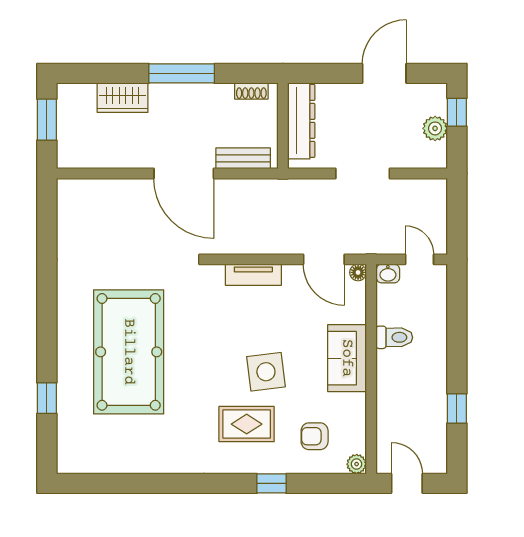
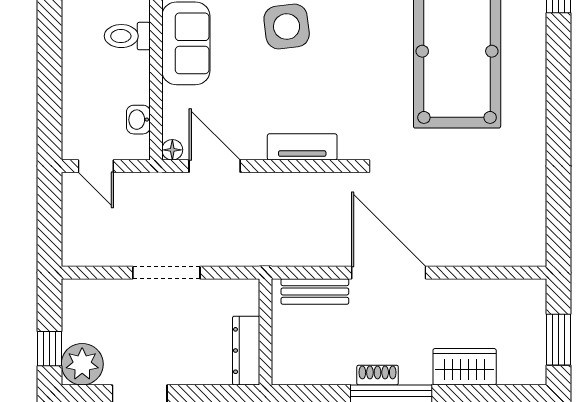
shoe rack: (251, 91) -> (378, 375), moved
dresser: (301, 121) -> (246, 351), width x0.73, depth x0.80
plant: (435, 128) -> (82, 364), moved, width x1.36, depth x1.36
washbasin: (388, 274) -> (138, 120), moved, turned -90
toilet: (394, 337) -> (127, 36), moved

